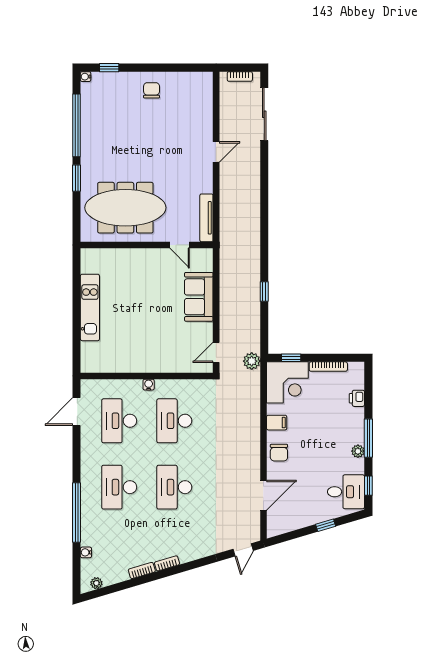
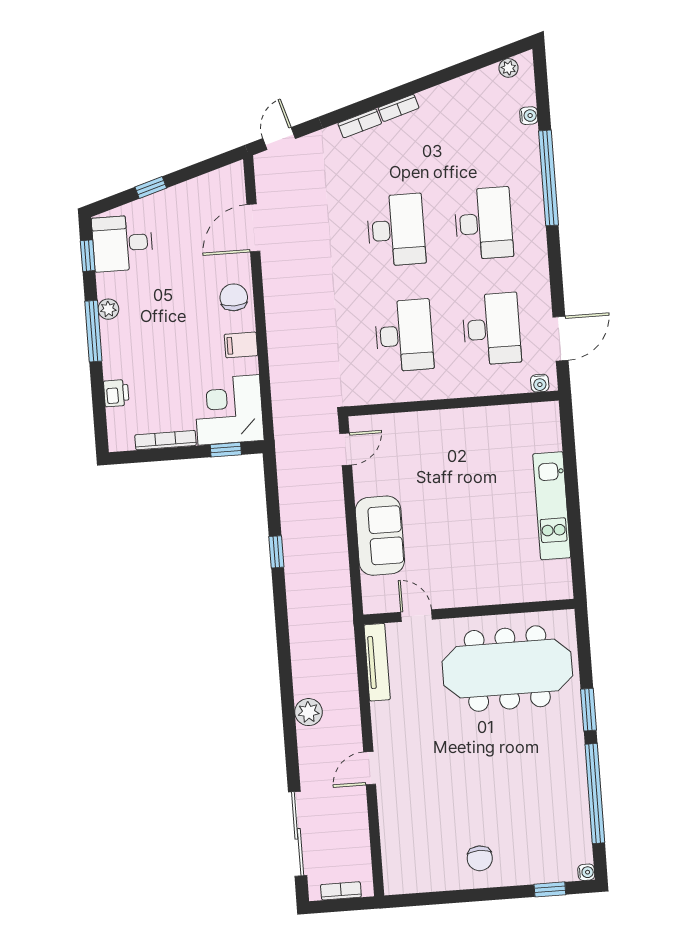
plant: (252, 361) -> (308, 712), moved
water cooler: (149, 385) -> (540, 383), moved
bookcase: (142, 570) -> (360, 123), moved

